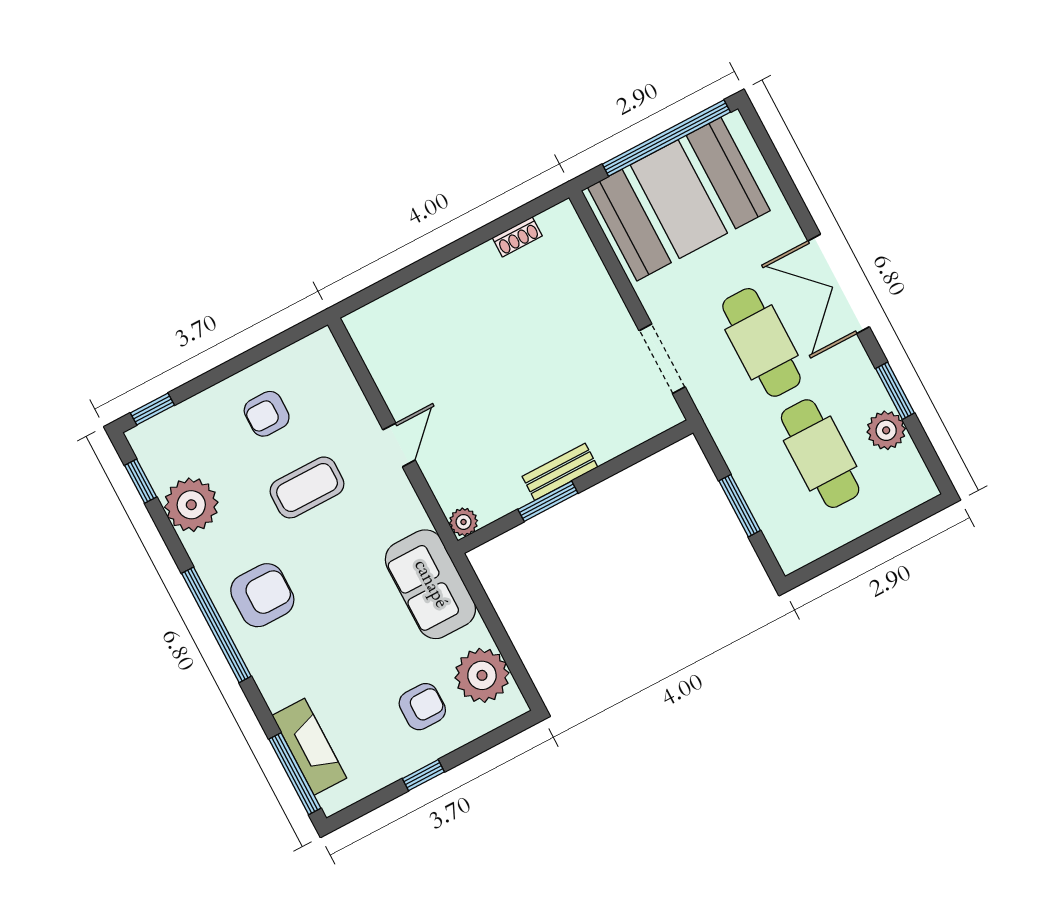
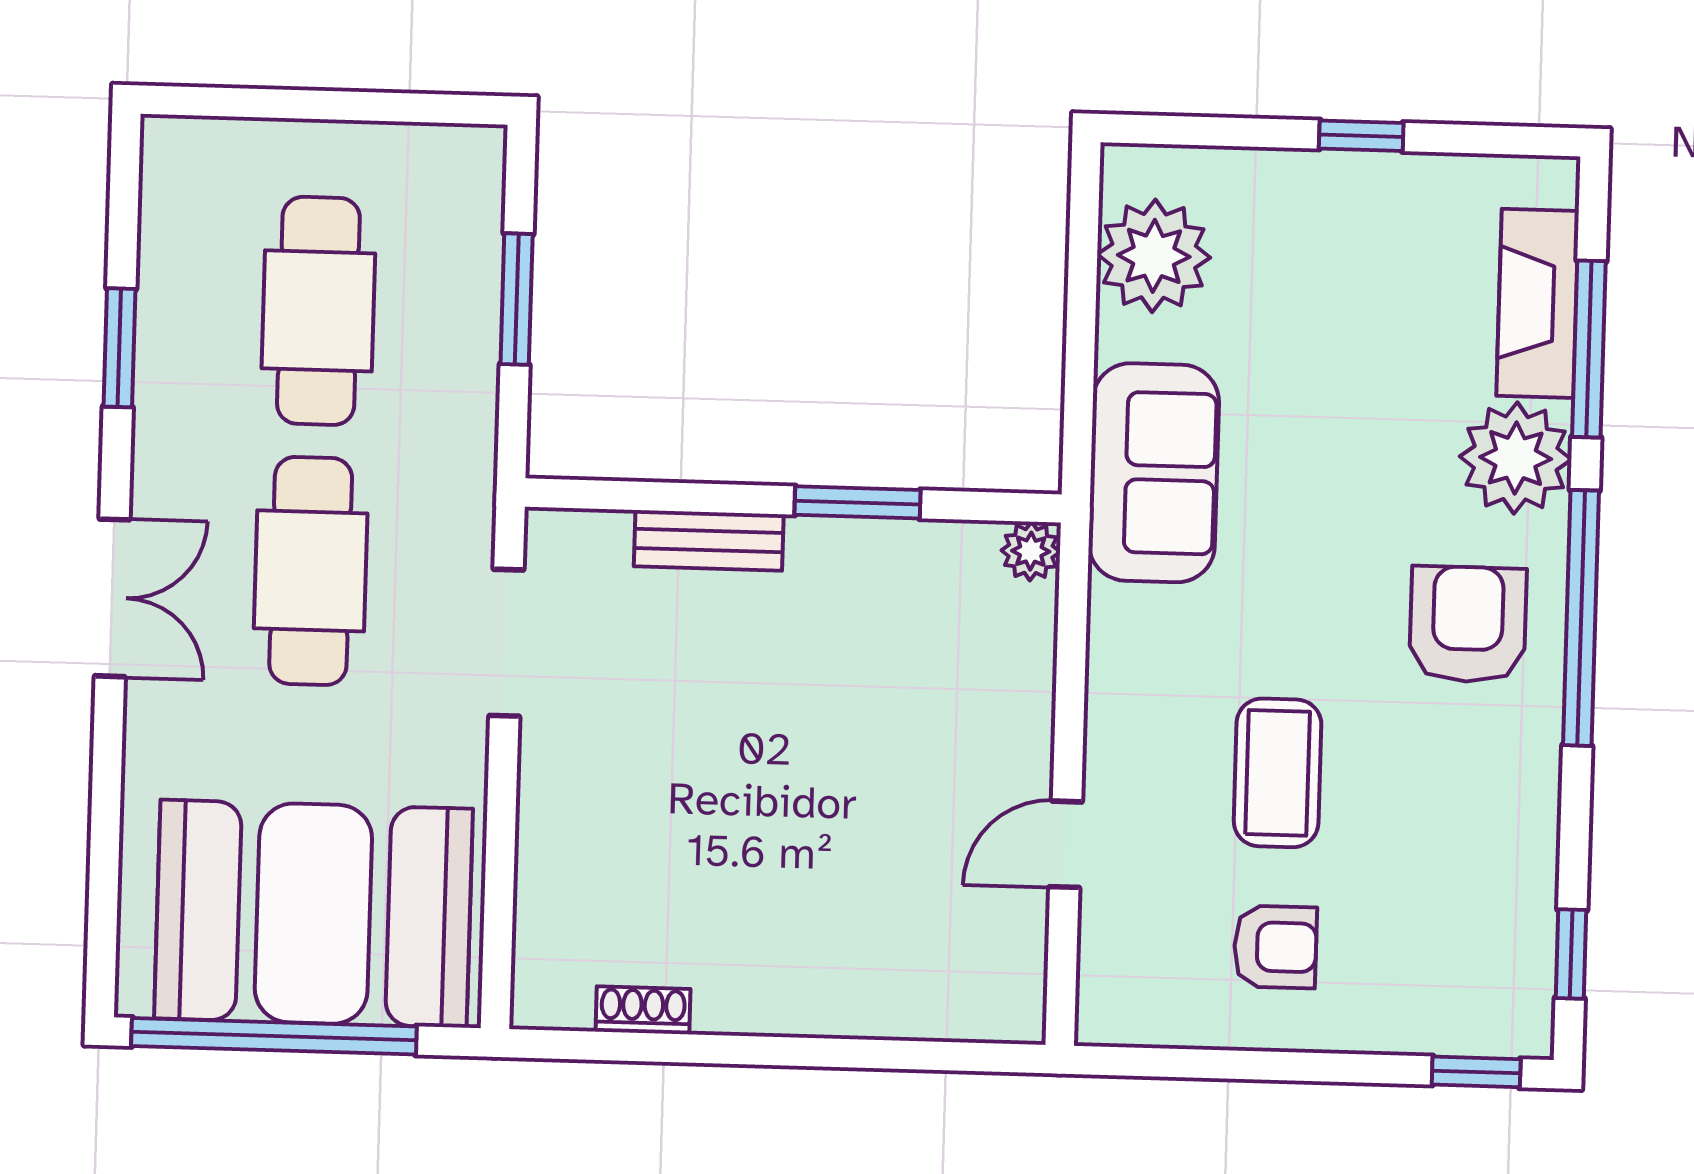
double door: (839, 284) -> (112, 598), width x0.73
plant: (886, 430) -> (176, 285), removed
door: (399, 445) -> (1066, 844), moved
bench: (560, 472) -> (709, 540), moved
coffee table: (307, 487) -> (1278, 773), turned 90
plant: (191, 505) -> (1516, 458), moved
armchair: (262, 595) -> (1468, 624), turned 90
armchair: (422, 707) -> (1293, 260), removed
window: (295, 774) -> (1589, 349), moved

